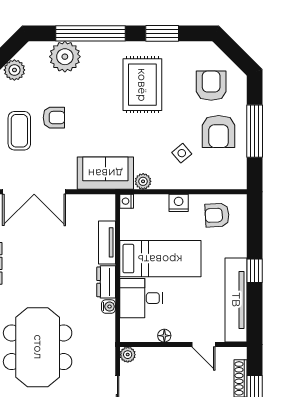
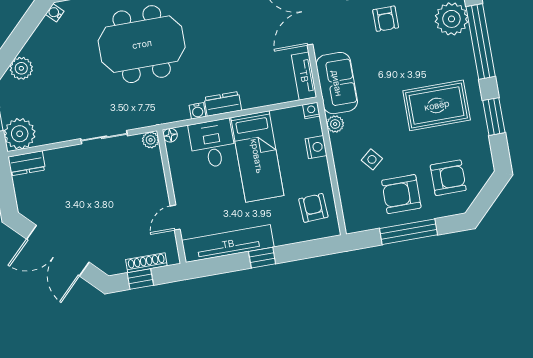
nightstand: (179, 203) -> (316, 147), moved
tv unit: (107, 242) -> (304, 76), moved, turned -90
floor lamp: (164, 336) -> (170, 135), moved

